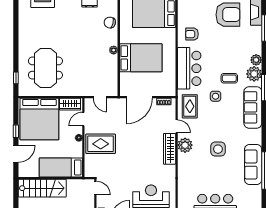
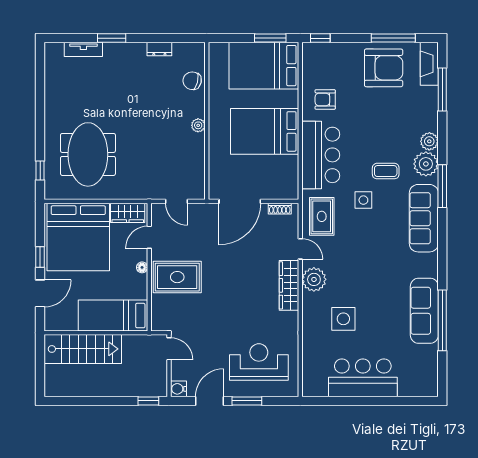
bed: (141, 58) -> (265, 131), moved, turned 180
side table: (218, 149) -> (343, 319), moved

